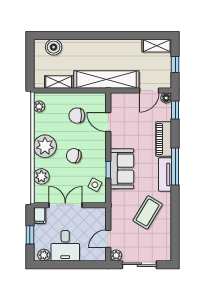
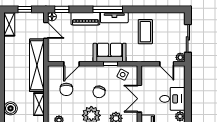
coffee table: (148, 212) -> (145, 32), turned 59

